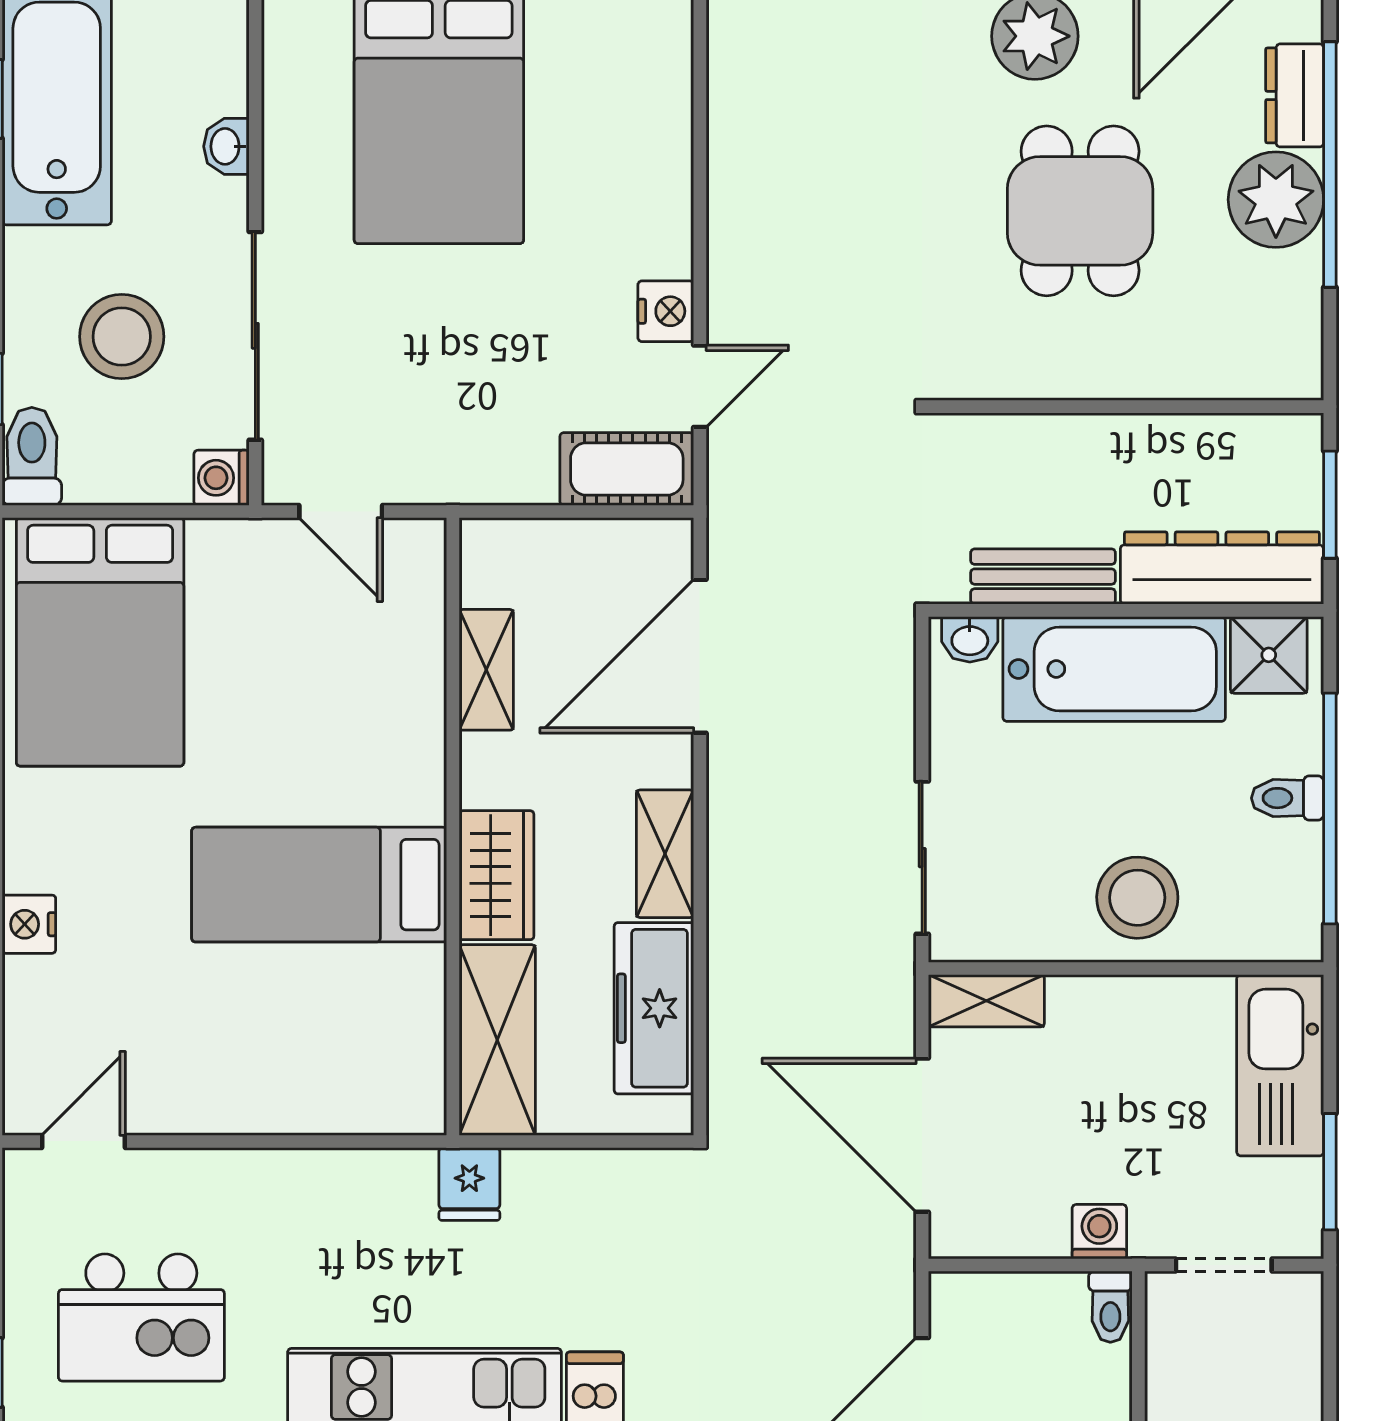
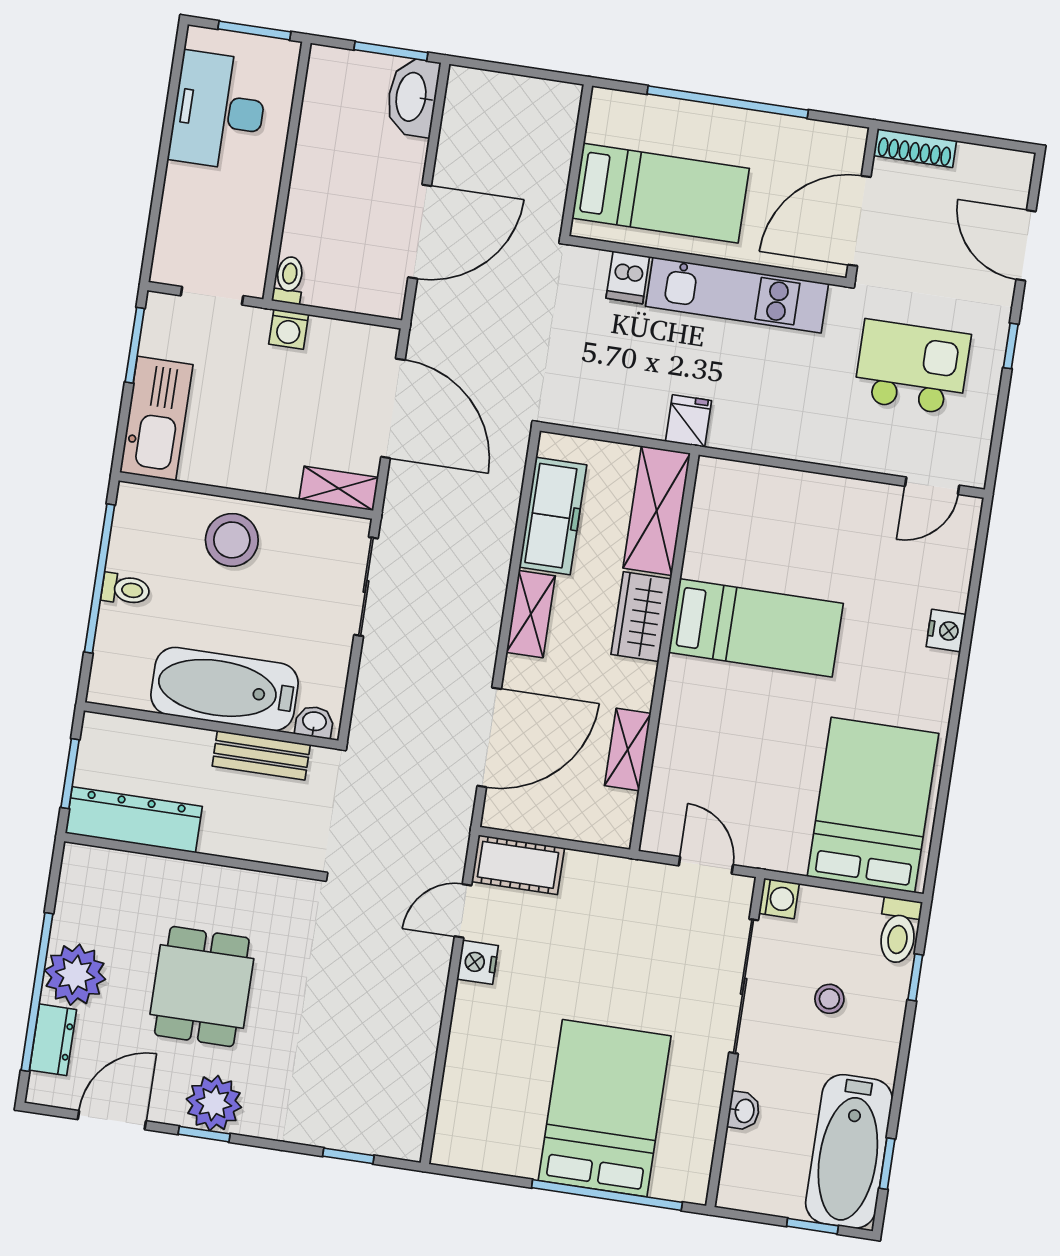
stool: (122, 337) -> (829, 999), width x0.53, depth x0.53
dresser: (1222, 568) -> (134, 820), moved, turned 180
shower: (1269, 655) -> (124, 683), removed

